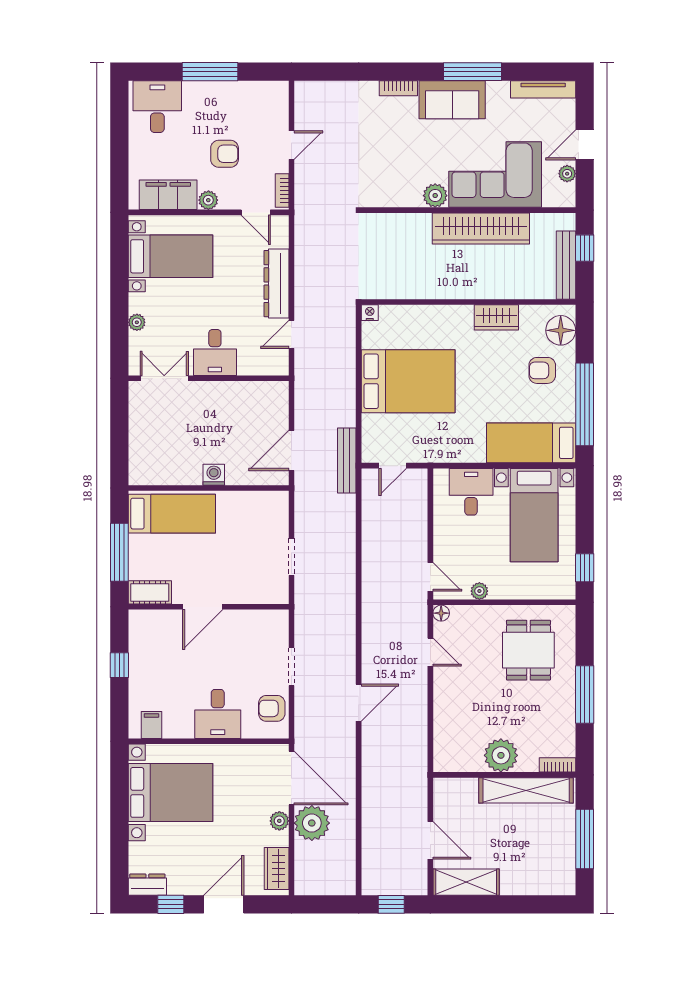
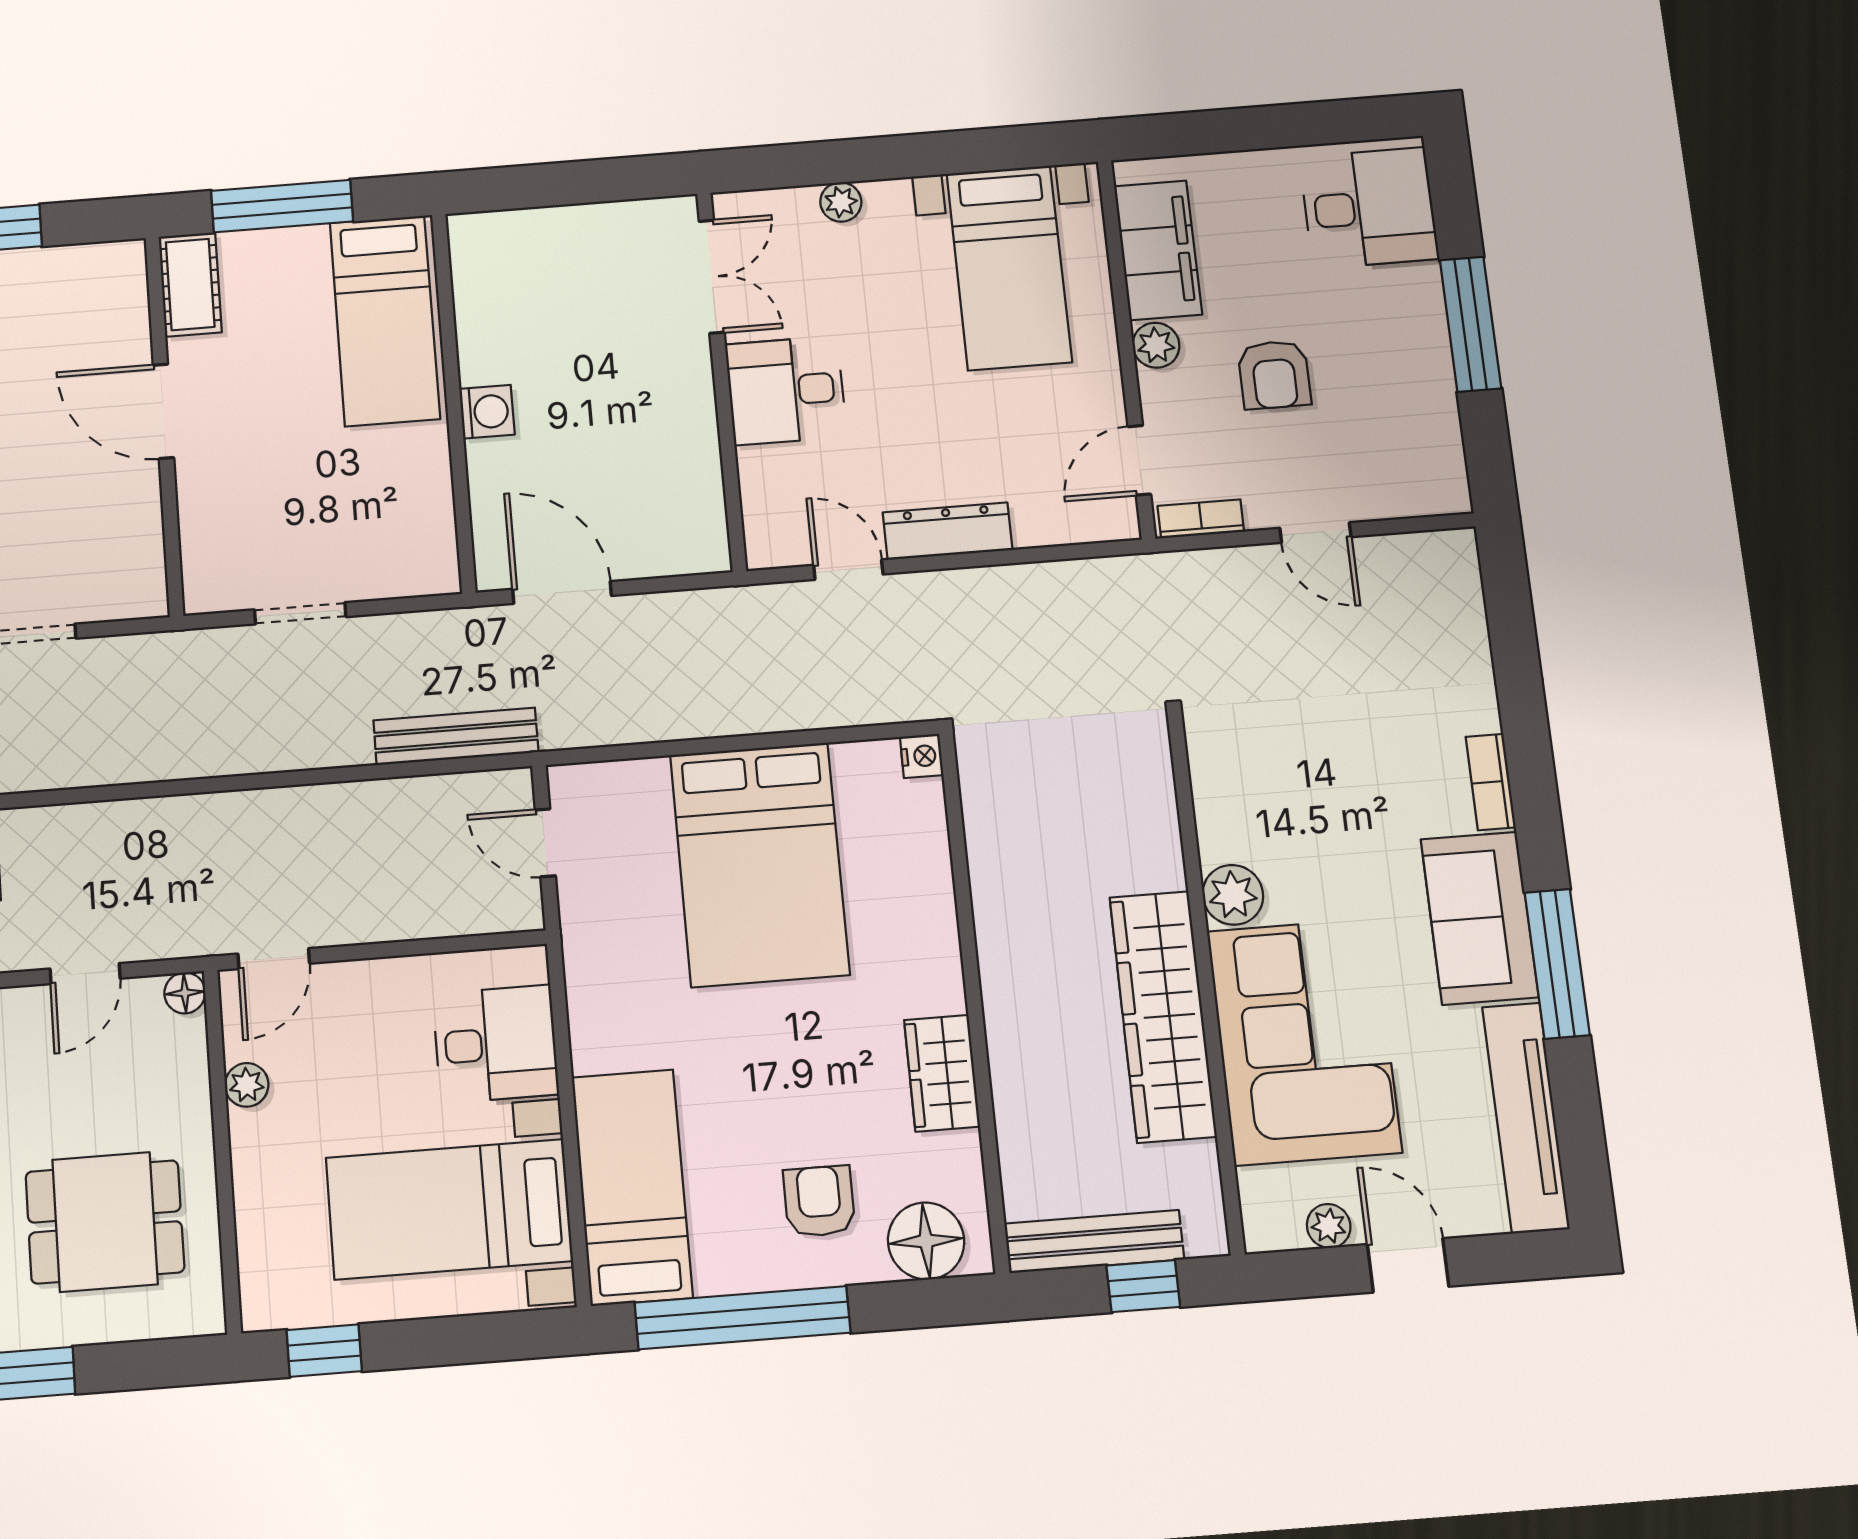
tv unit: (543, 89) -> (1526, 1118), width x1.36, depth x1.29
dresser: (276, 284) -> (948, 531), width x0.73, depth x0.80
bench: (347, 460) -> (456, 736), moved

